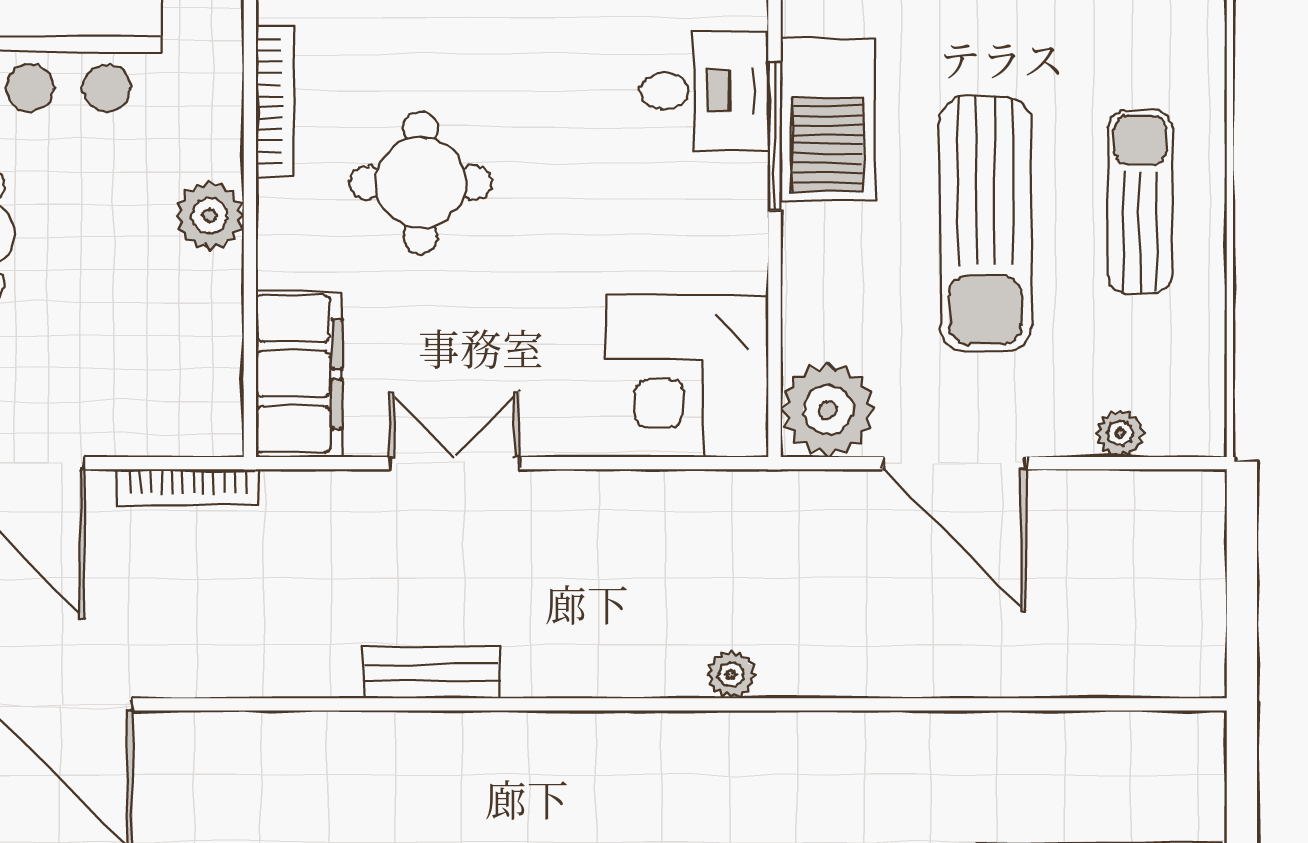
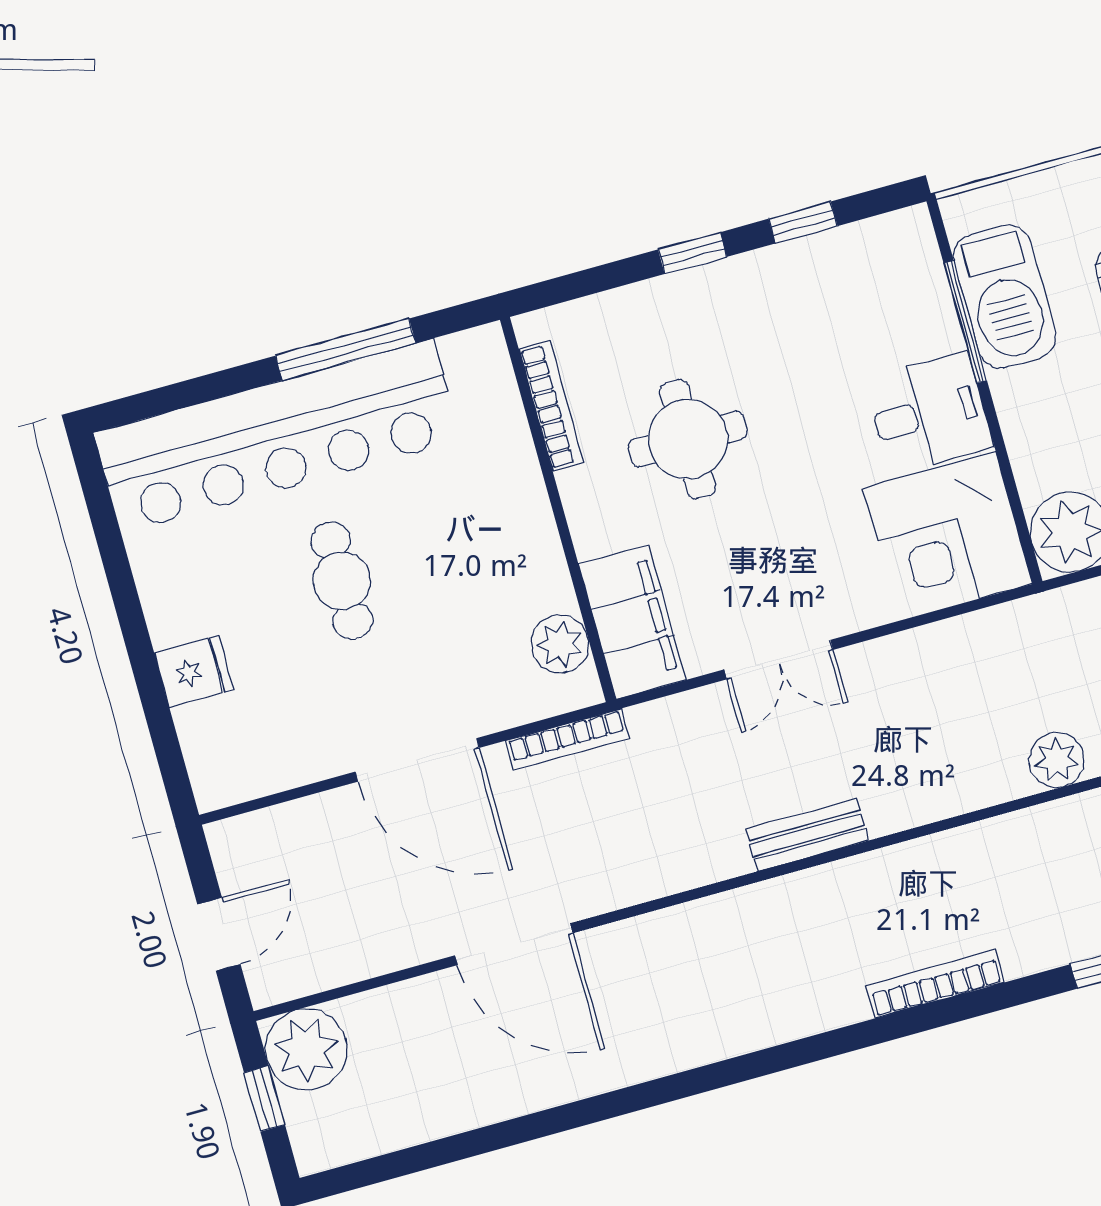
desk: (704, 91) -> (929, 413), moved
plant: (210, 216) -> (560, 644), moved
double door: (454, 463) -> (779, 660), swing flipped
plant: (731, 675) -> (1057, 760), width x1.38, depth x1.38

